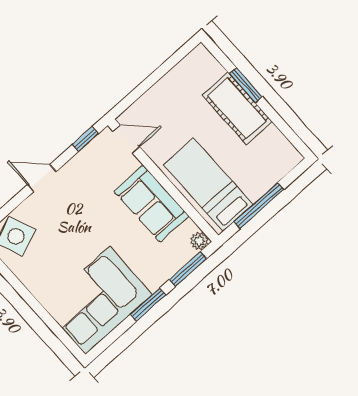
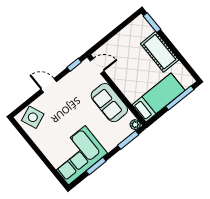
window: (246, 85) -> (152, 23), moved
bed: (208, 185) -> (158, 98), moved, turned 90
window: (259, 206) -> (180, 98), moved
window: (148, 305) -> (96, 166), moved

